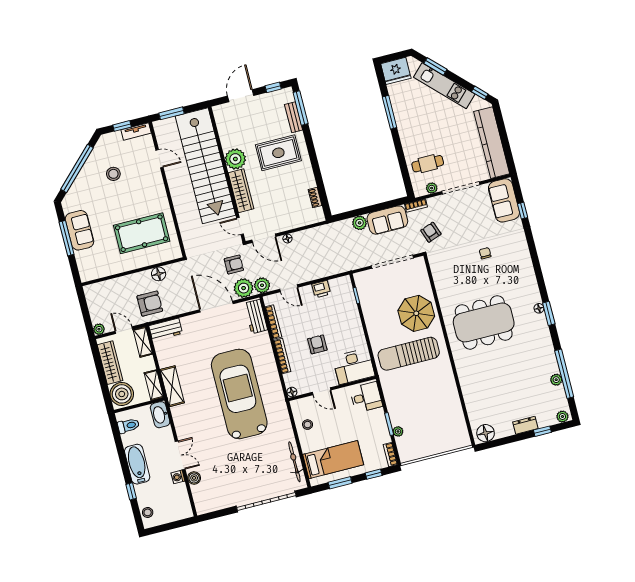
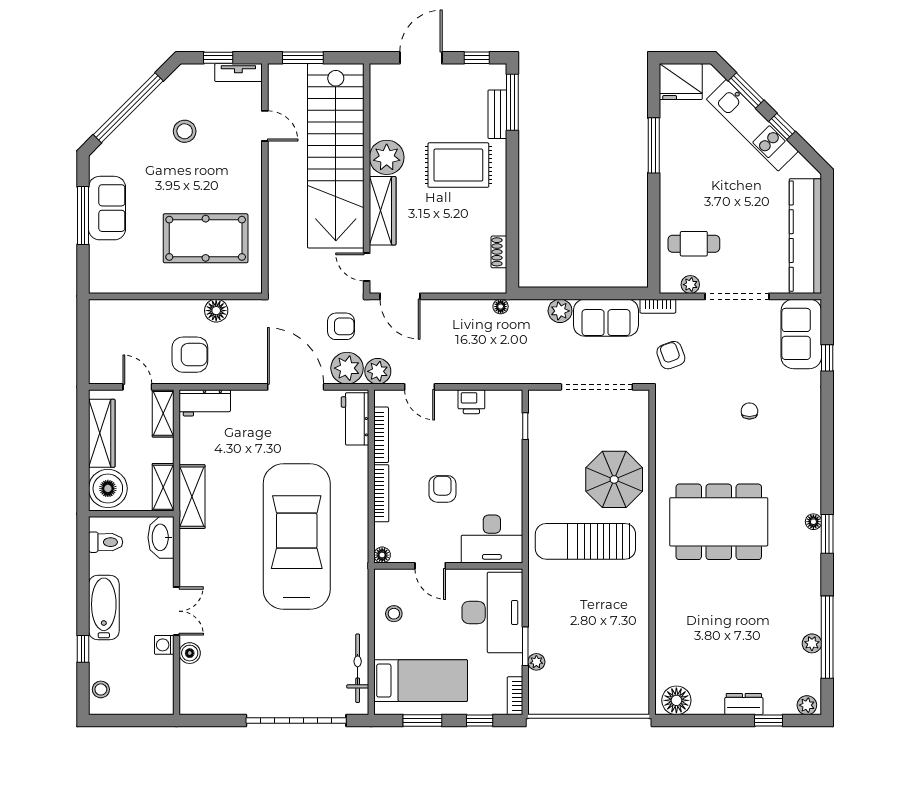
window: (480, 93) -> (782, 126), moved
floor lamp: (287, 239) -> (501, 307), moved
plant: (99, 329) -> (98, 375), removed
desk: (366, 397) -> (492, 612), width x1.87, depth x1.30

